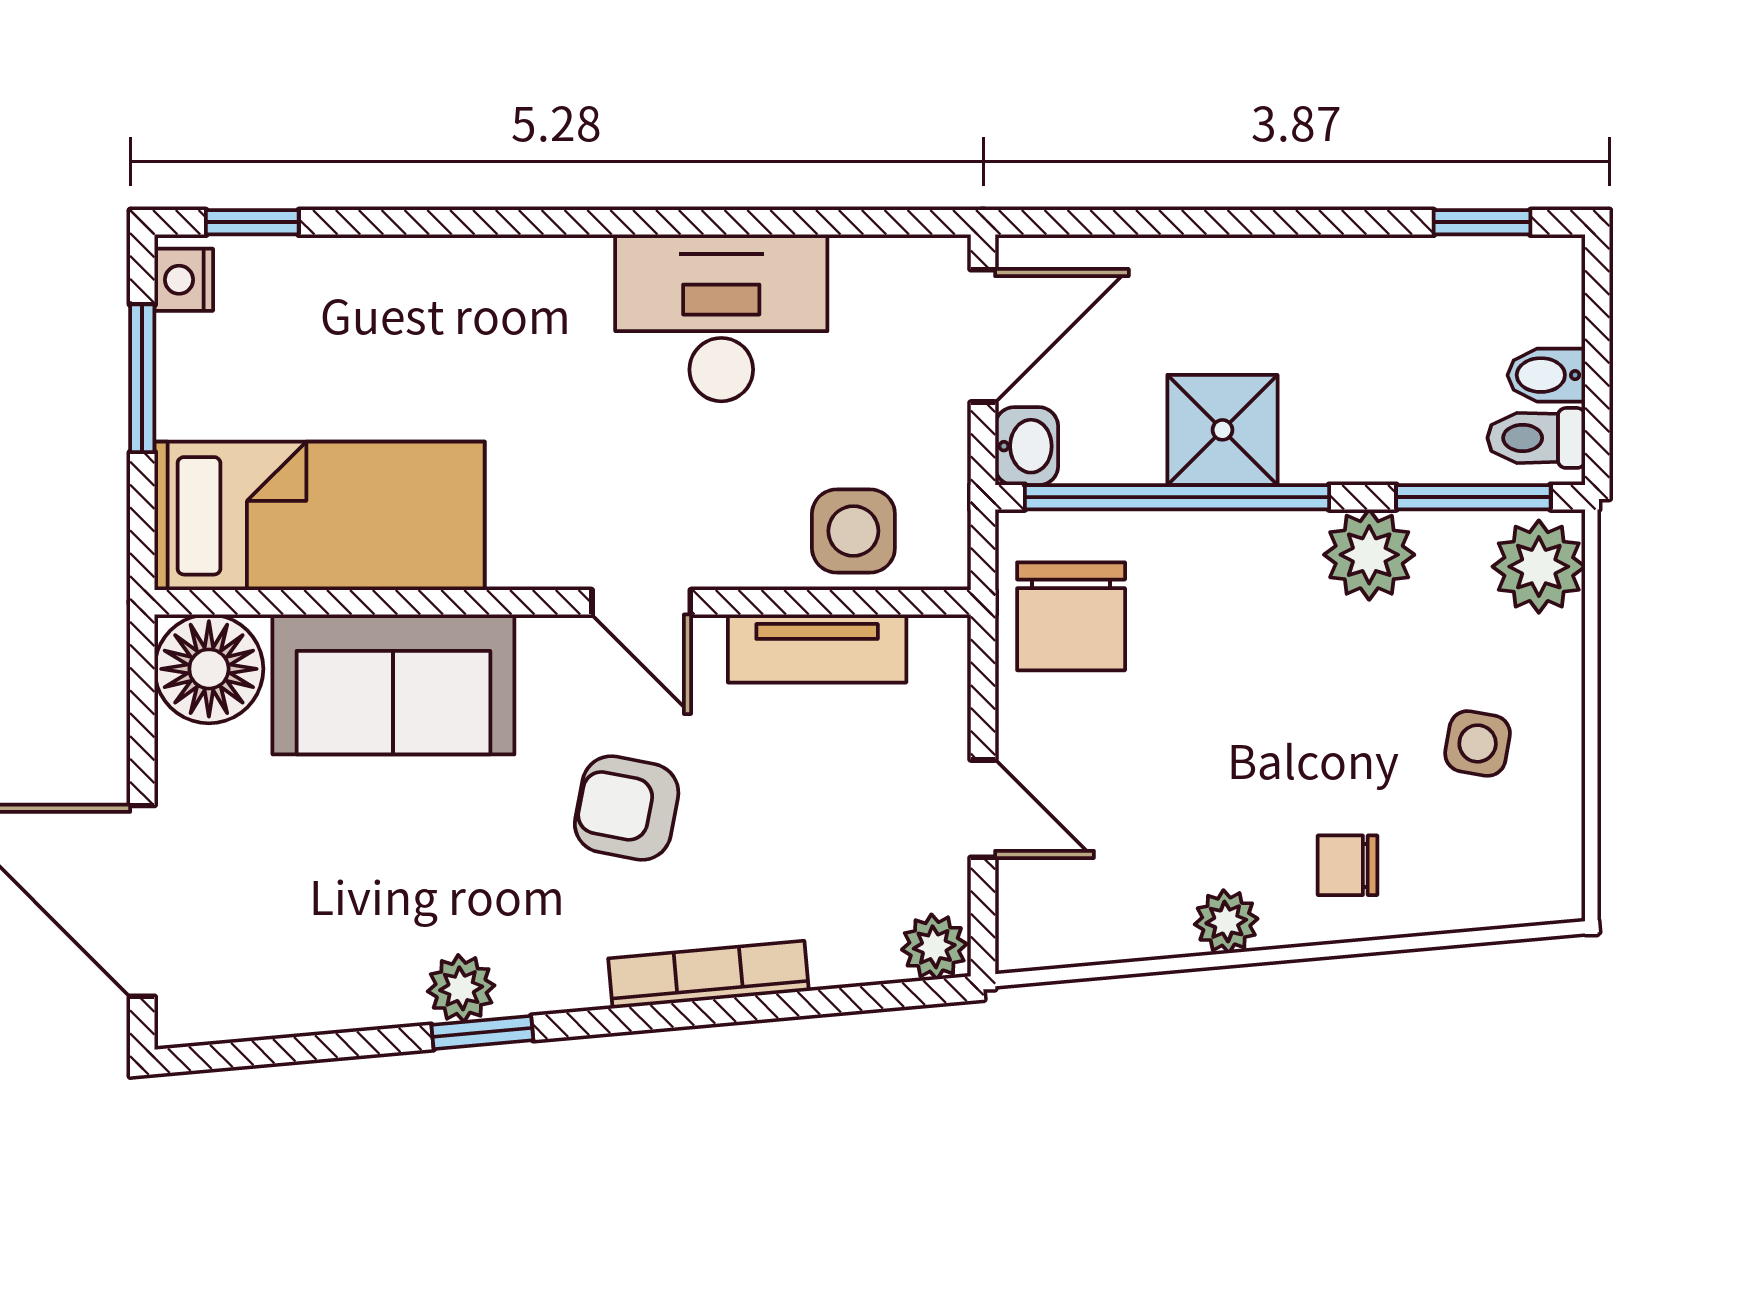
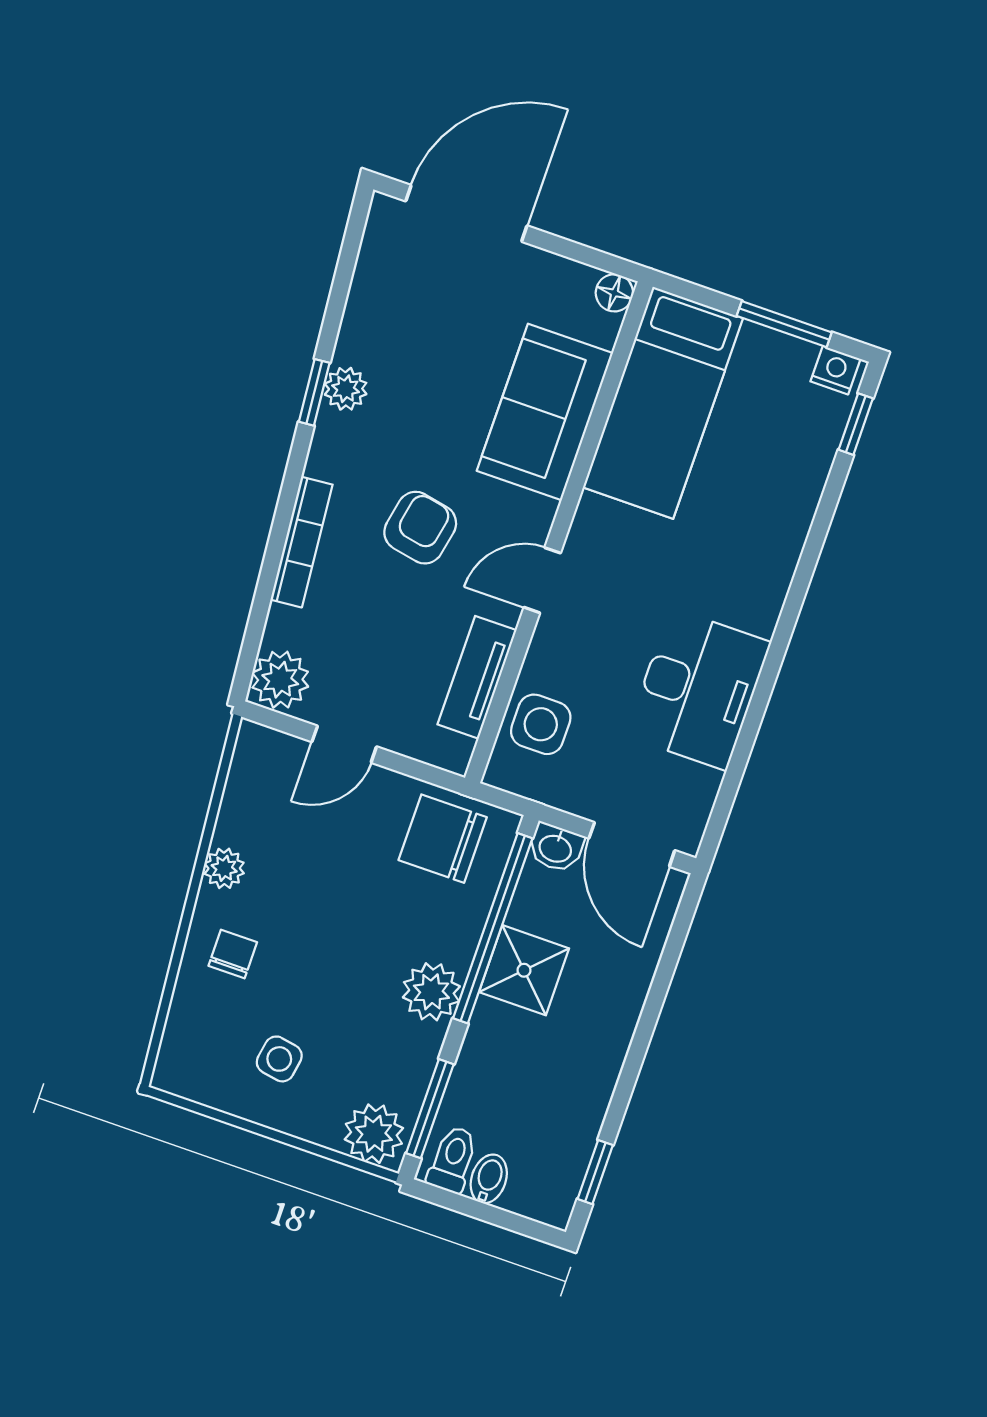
plant: (1369, 555) -> (431, 992), moved
floor lamp: (209, 669) -> (614, 293), width x0.53, depth x0.53
plant: (934, 947) -> (280, 680), width x1.38, depth x1.38

